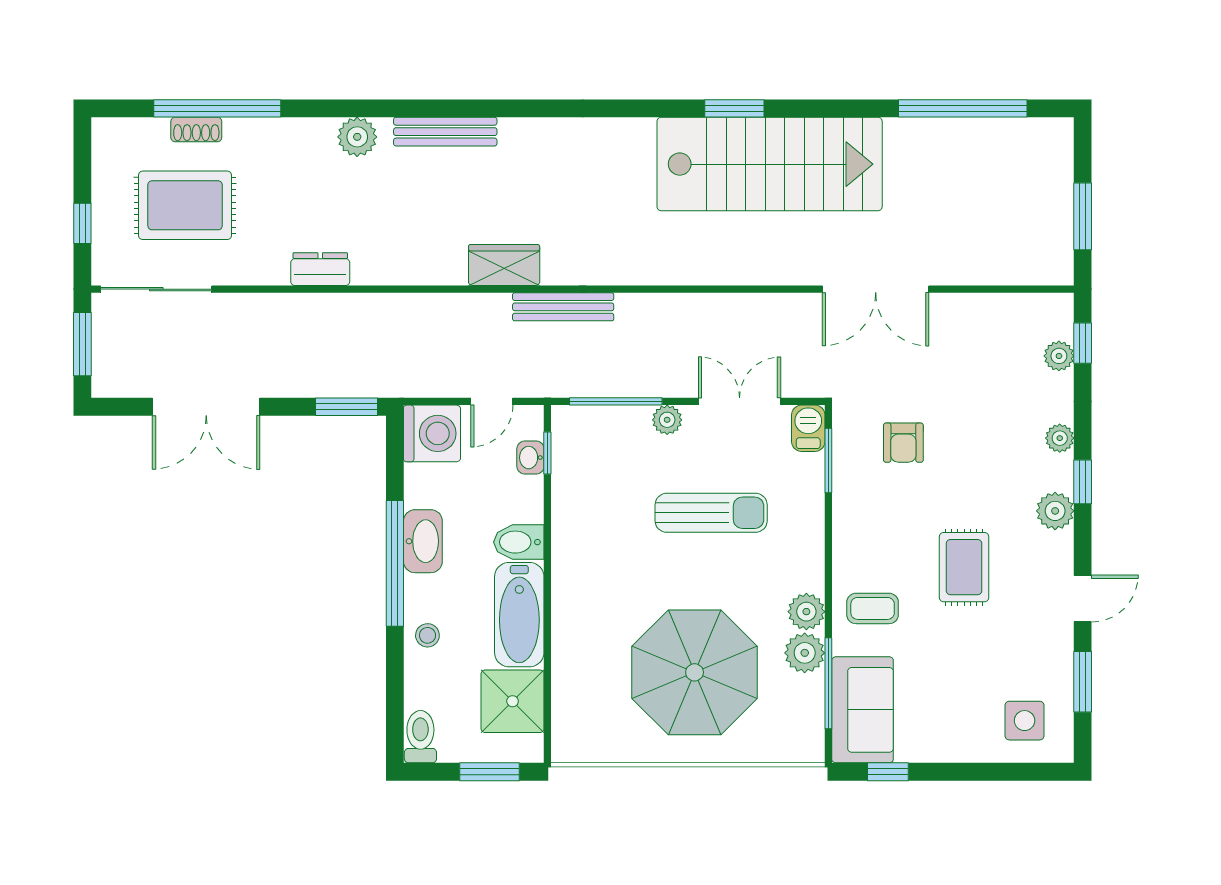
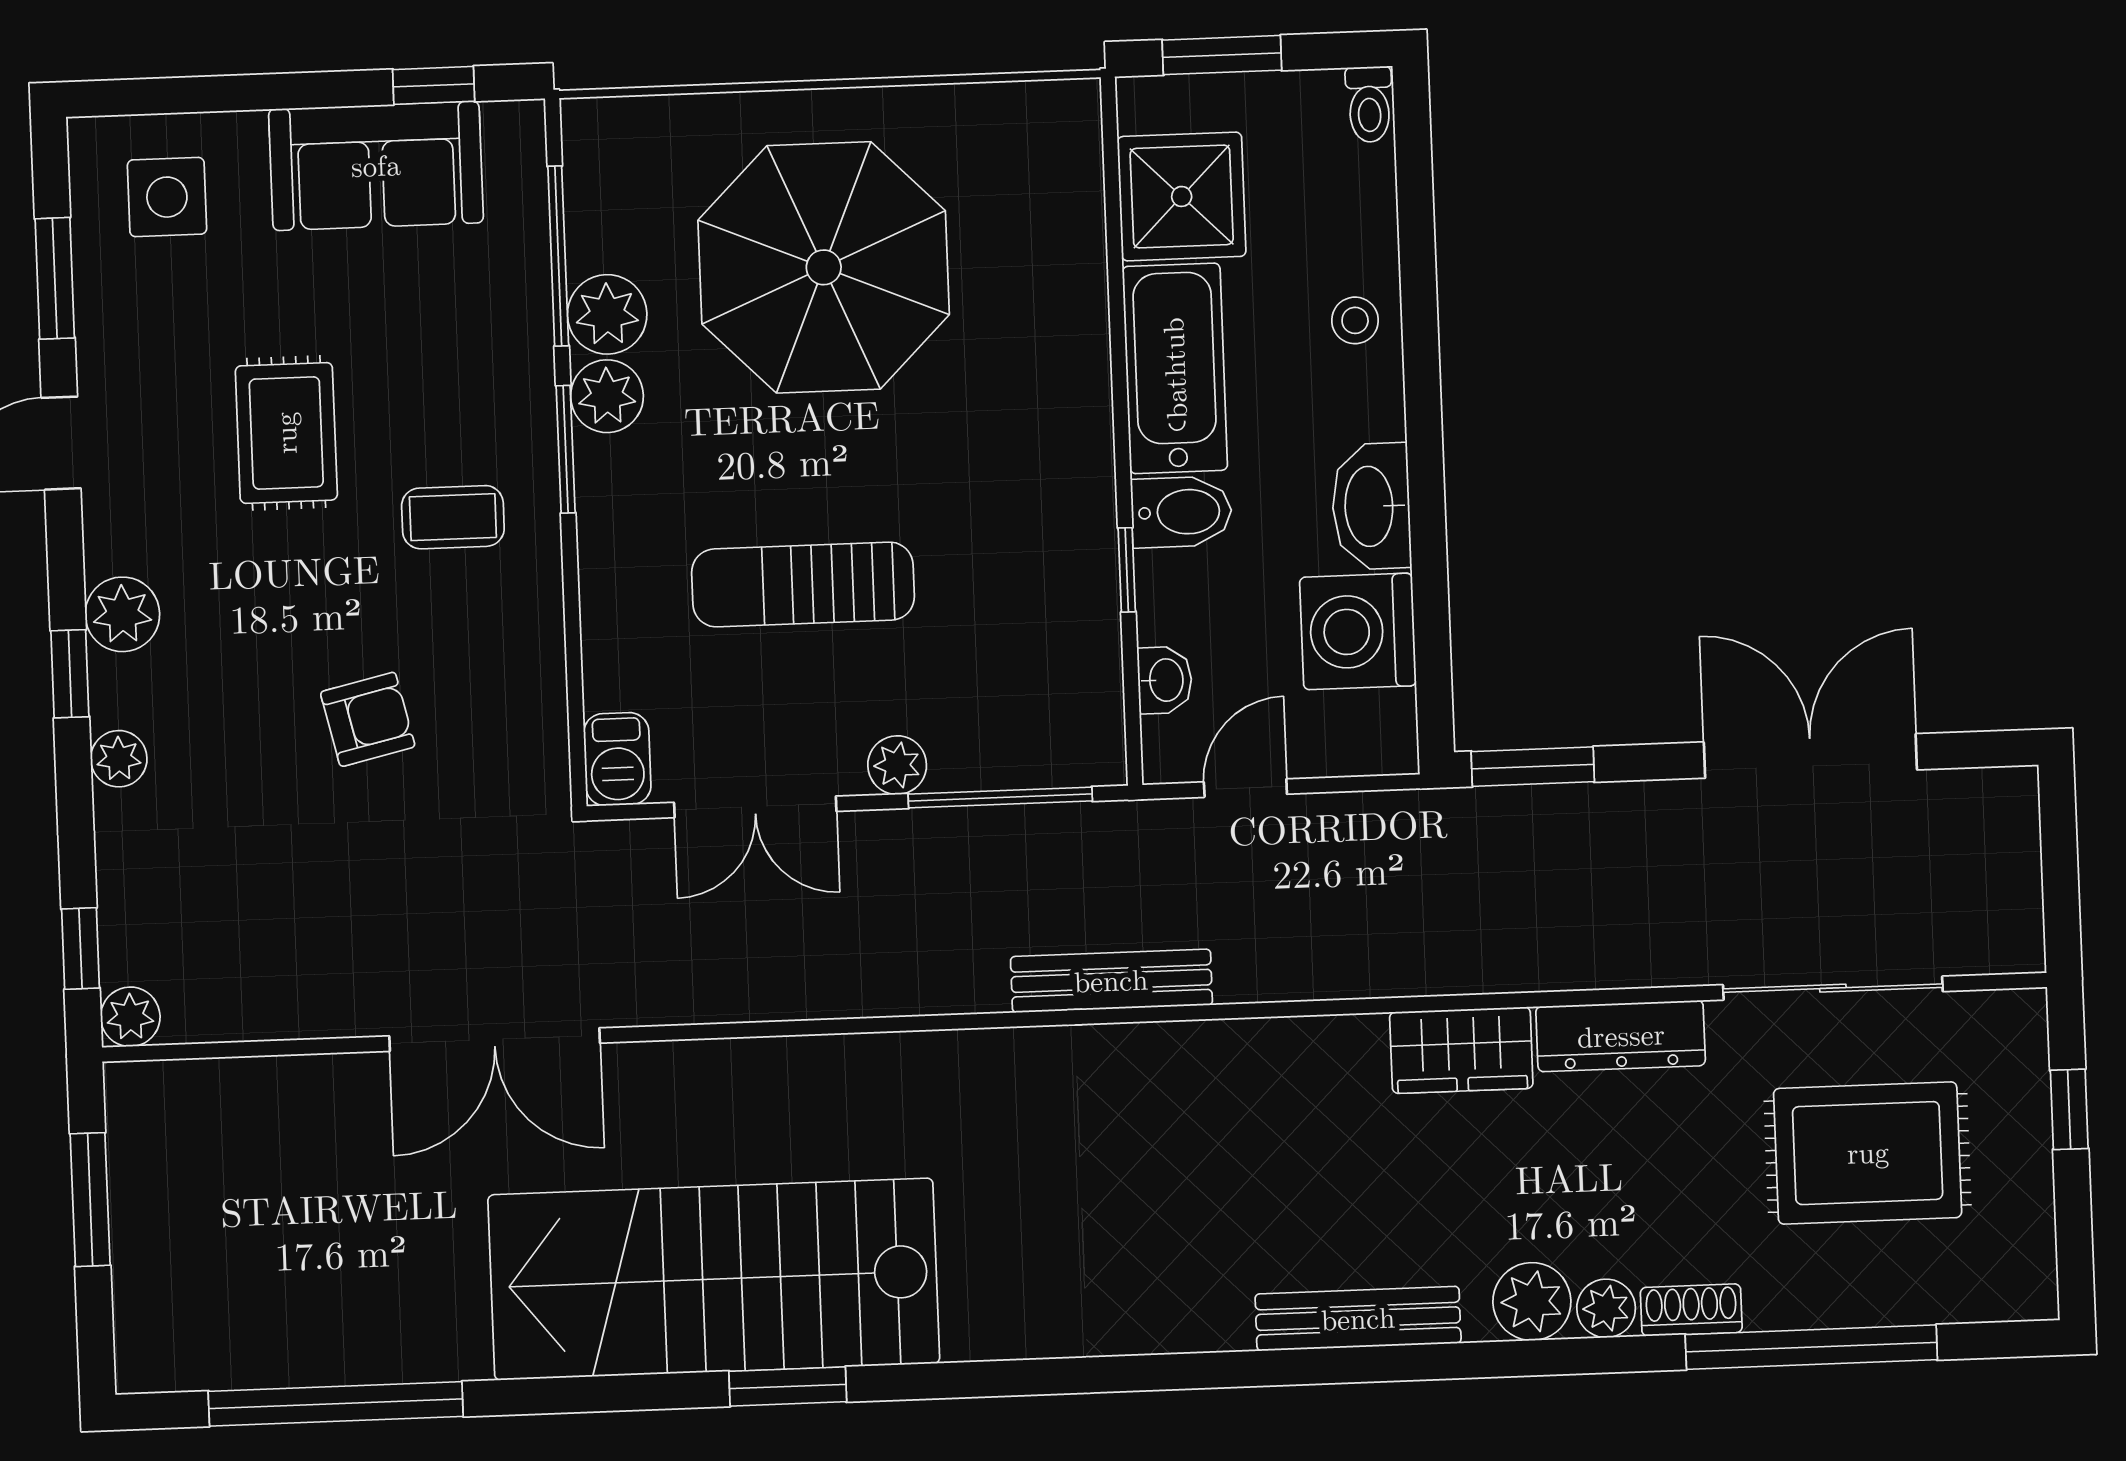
shoe rack: (196, 129) -> (1691, 1310), moved
plant: (320, 132) -> (1606, 1308), added
wardrobe: (504, 265) -> (1461, 1050), moved
dresser: (320, 269) -> (1621, 1036), width x1.44
sliding door: (156, 289) -> (1833, 988), moved
double door: (876, 289) -> (495, 1040), swing flipped
window: (82, 344) -> (2060, 870), removed
plant: (1059, 356) -> (130, 1017), moved
washing machine: (432, 433) -> (1358, 631), moved
armchair: (903, 443) -> (368, 719), moved, turned 77
window: (547, 453) -> (1127, 570), moved
window: (828, 460) -> (566, 449), moved
window: (395, 563) -> (1425, 460), removed
rug: (964, 567) -> (286, 433), moved
coffee table: (873, 608) -> (453, 517), moved
sofa: (863, 710) -> (376, 166), moved, turned -90
toilet: (420, 737) -> (1369, 104), width x0.73, depth x0.72

